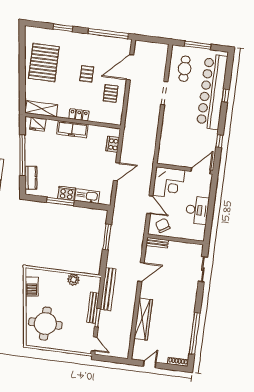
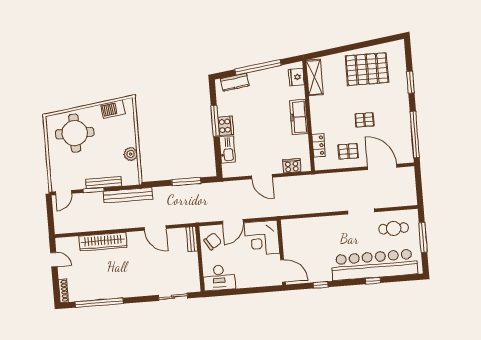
locker: (79, 115) -> (319, 145), moved
desk: (197, 210) -> (219, 278), moved

